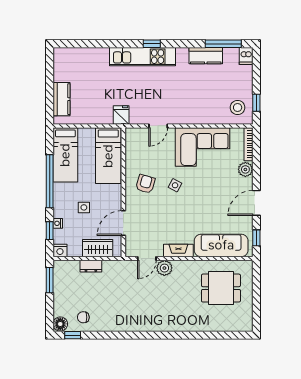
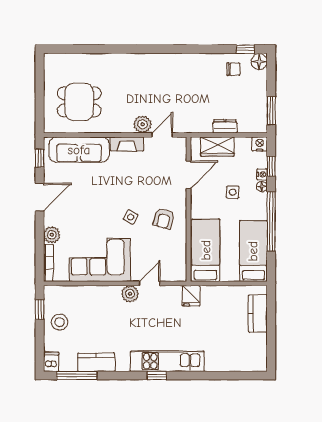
stool: (238, 108) -> (60, 322), moved
plant: (176, 117) -> (130, 294), added
floor lamp: (58, 212) -> (262, 187), added

